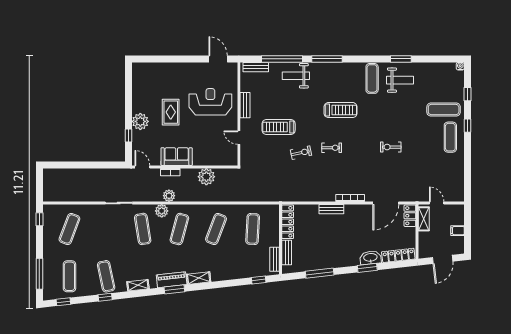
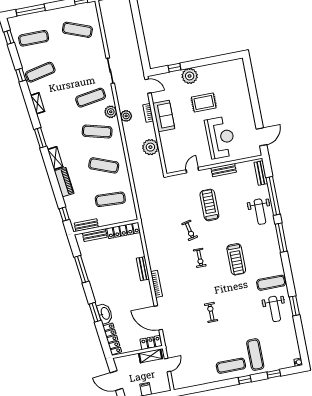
weight bench: (296, 76) -> (260, 212), turned 180
door: (142, 167) -> (148, 86), hinge flipped
piano: (172, 280) -> (64, 182), moved

